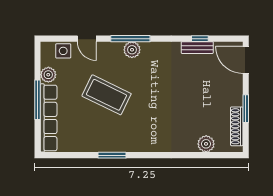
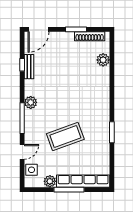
plant: (132, 50) -> (31, 102), moved
coffee table: (107, 95) -> (65, 136), turned 44

